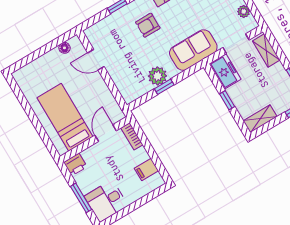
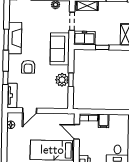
tv unit: (101, 27) -> (12, 96), added
filing cabinet: (146, 169) -> (104, 121), moved

